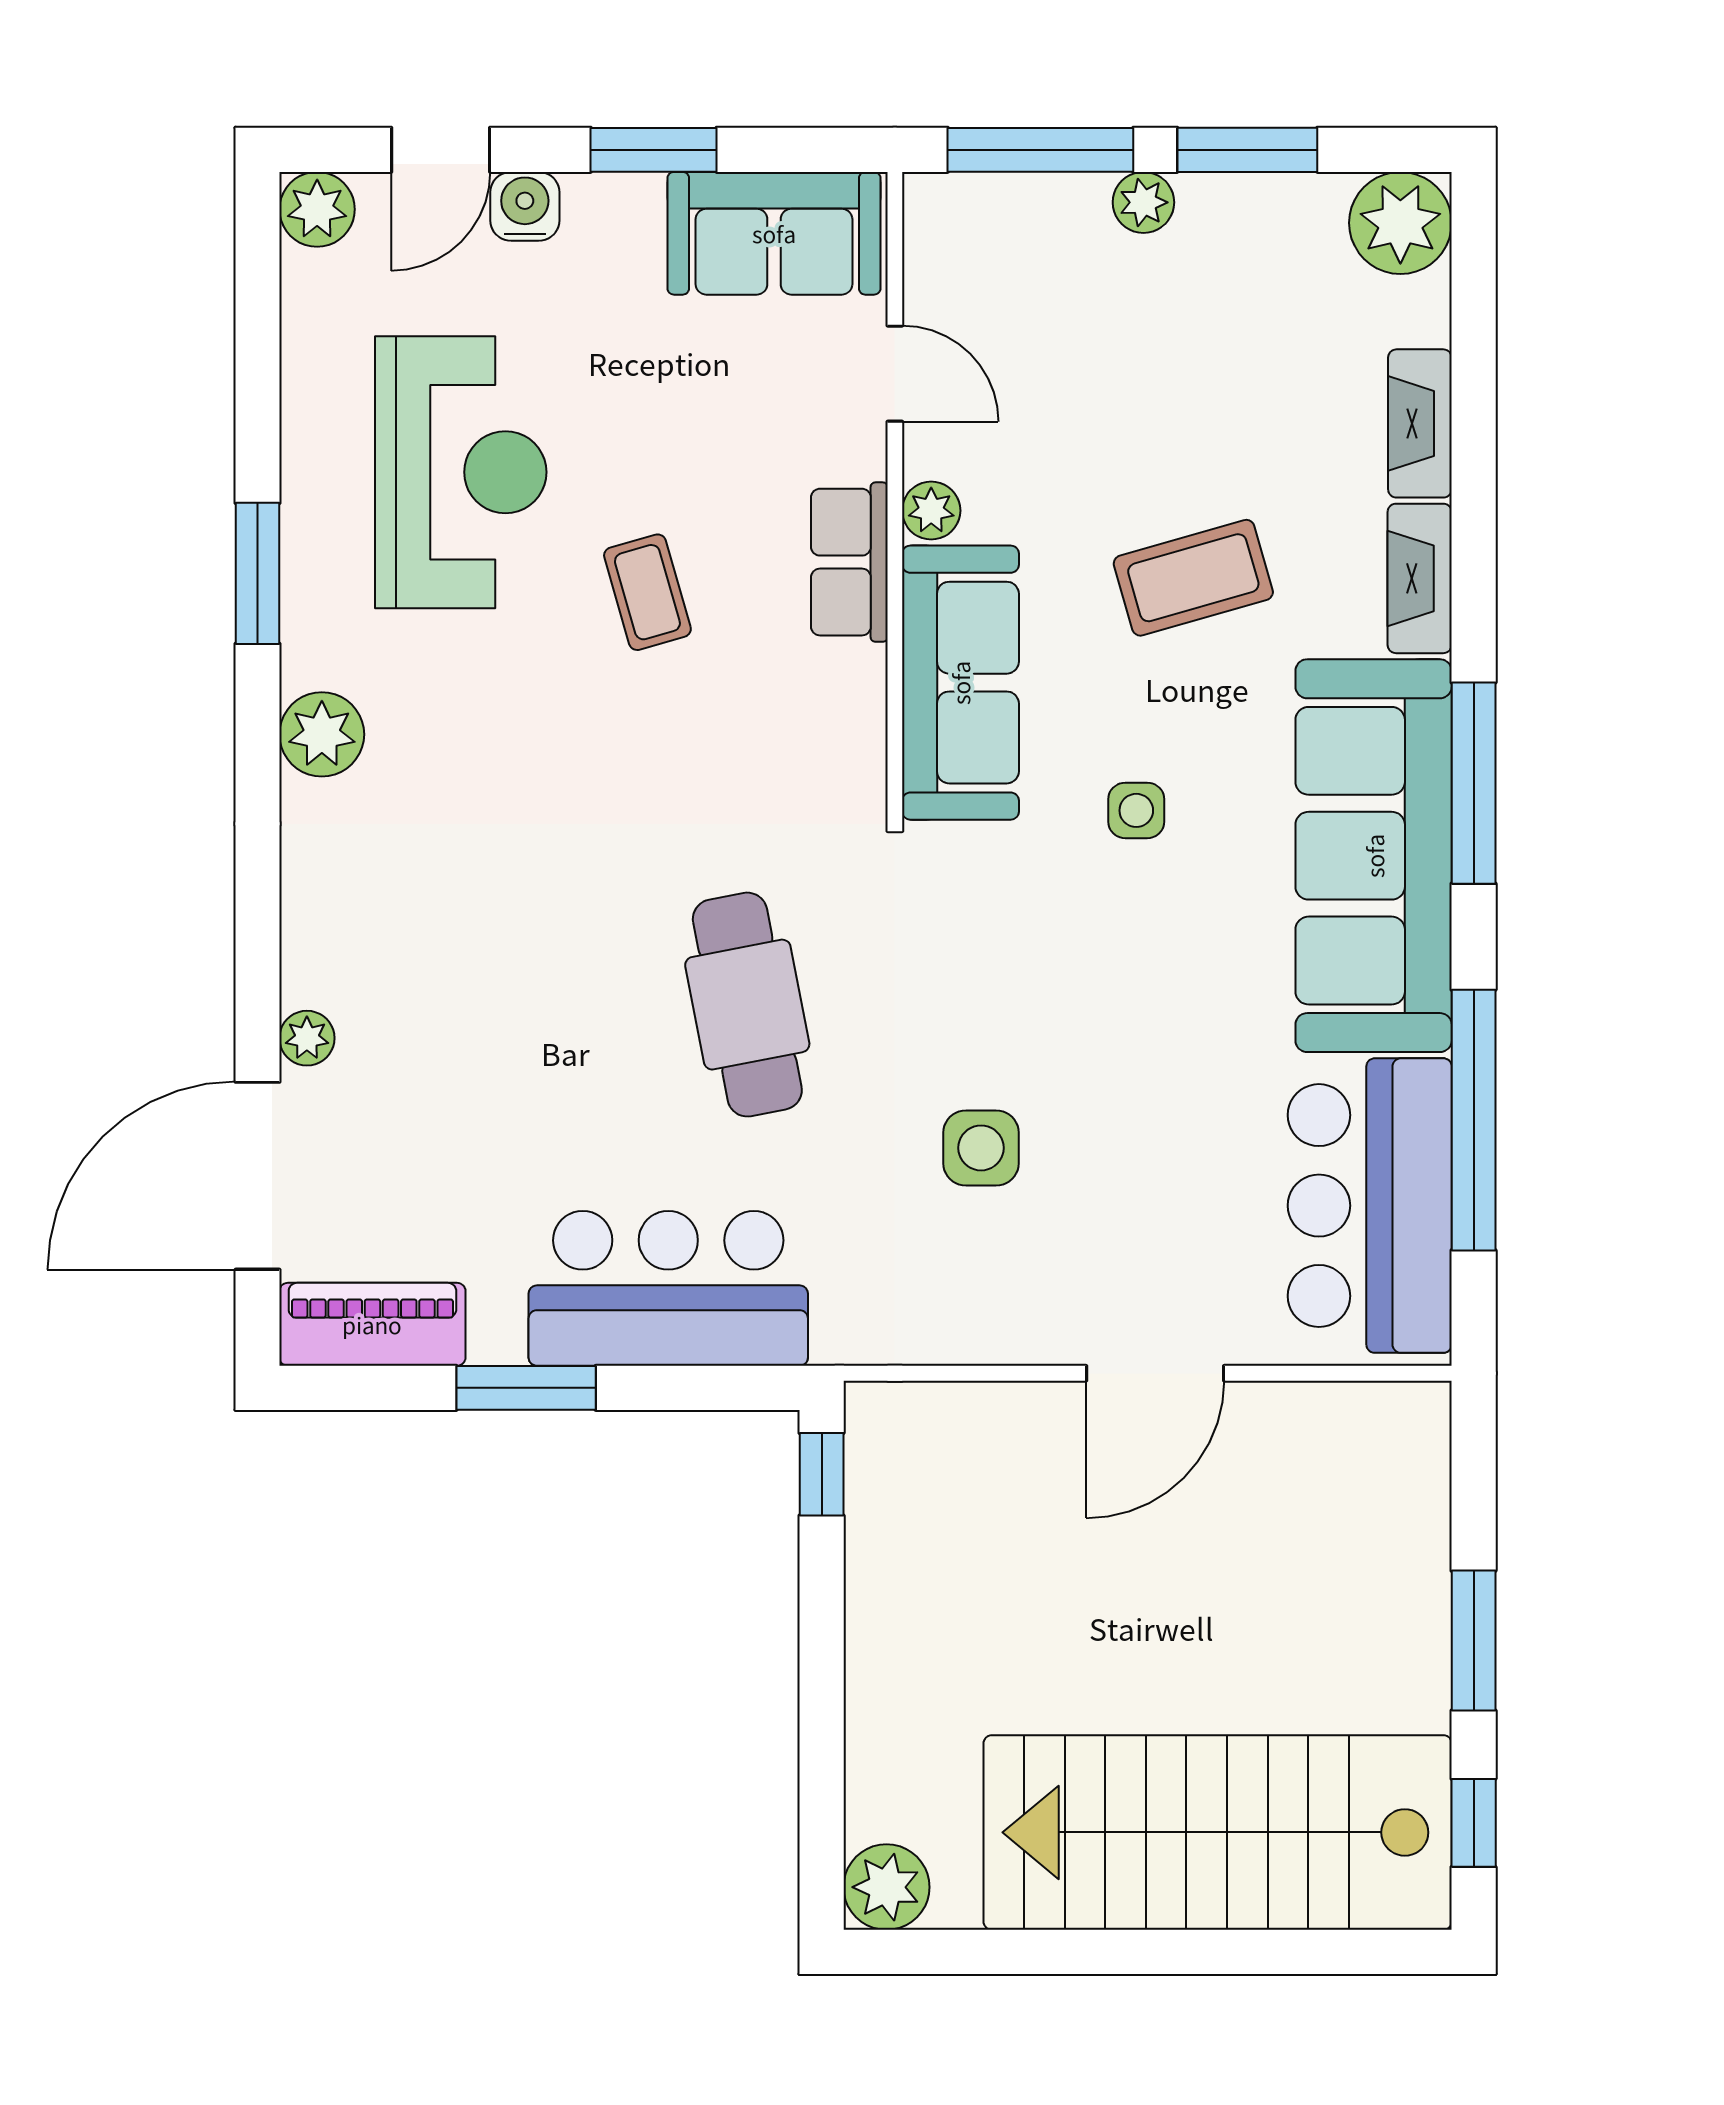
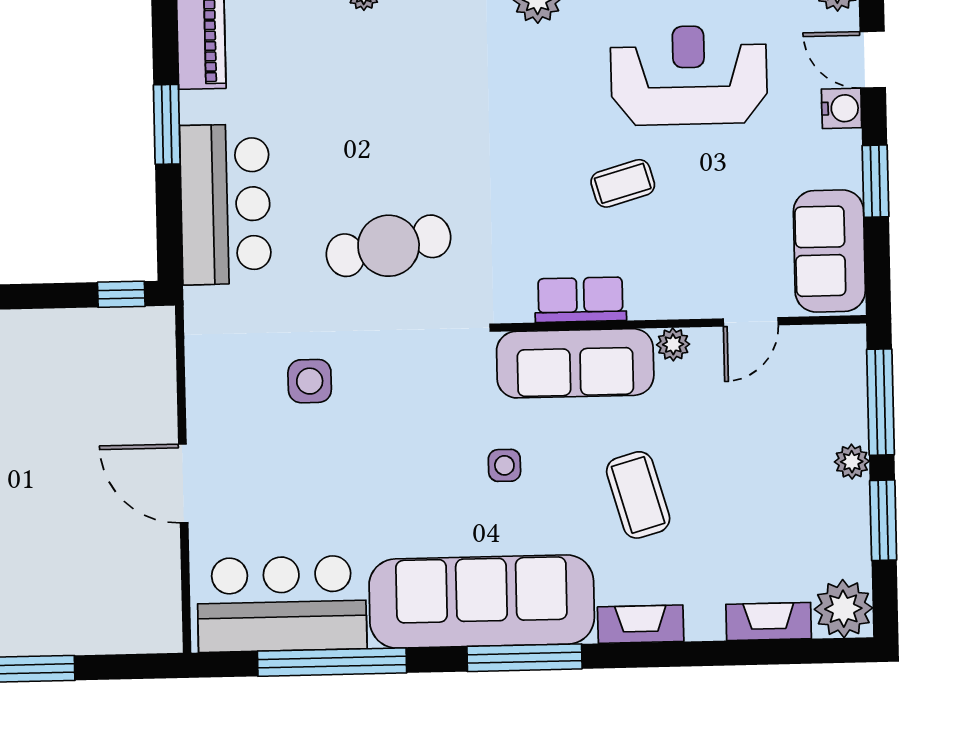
fireplace: (1420, 423) -> (769, 621), moved
reception desk: (461, 472) -> (689, 75), turned 180
row of seats: (849, 562) -> (580, 300), moved

